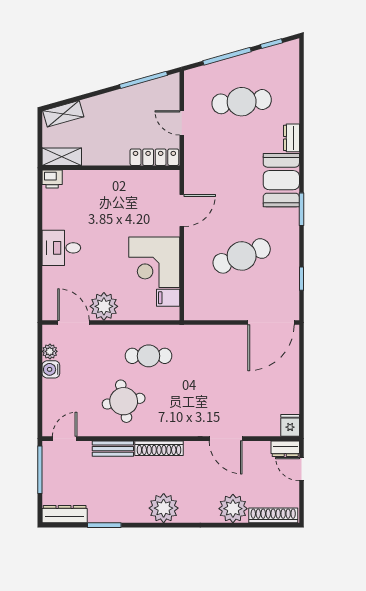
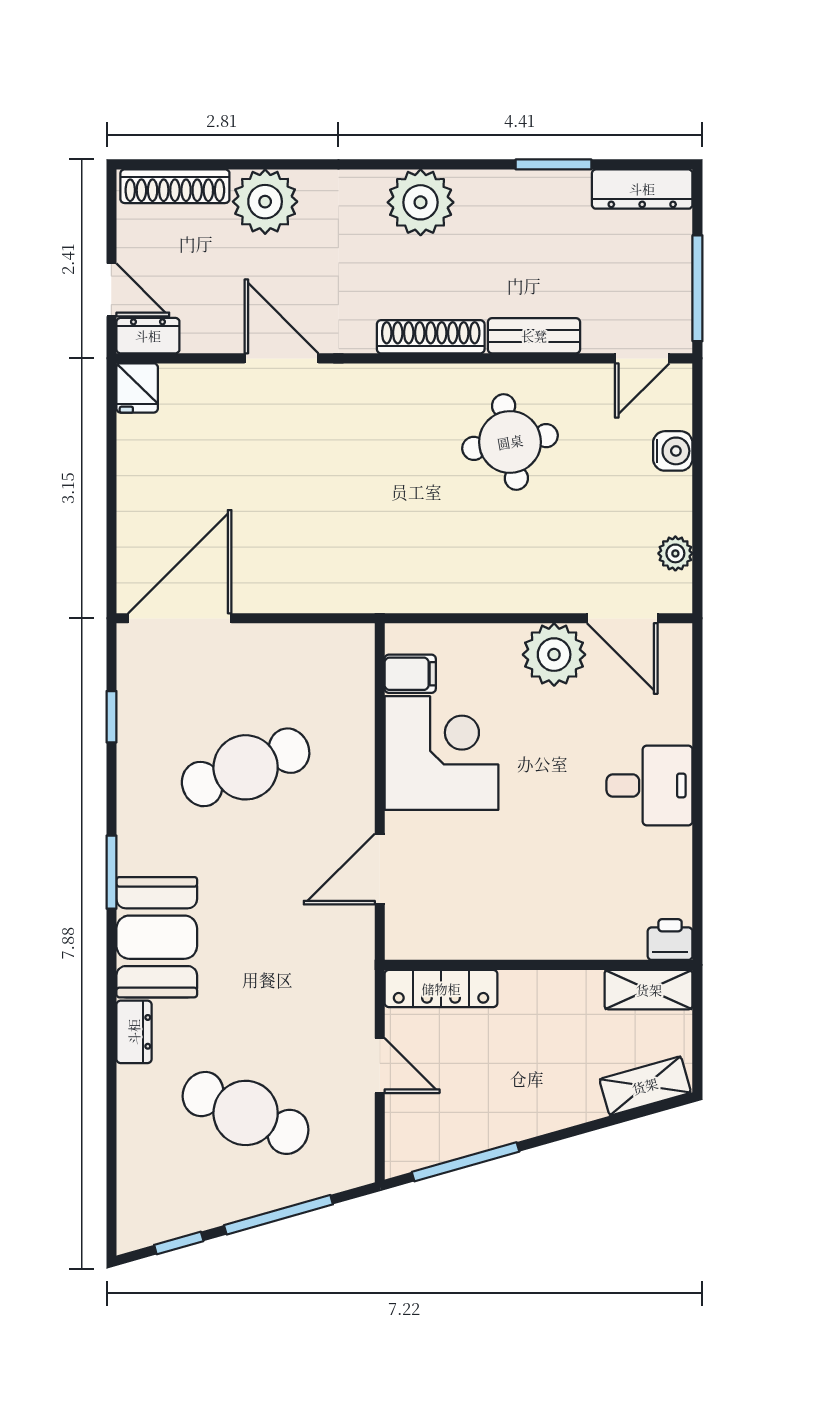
cafe table: (242, 102) -> (246, 1113), turned 30
cafe table: (149, 356) -> (454, 544), removed
water cooler: (51, 369) -> (673, 451), moved

